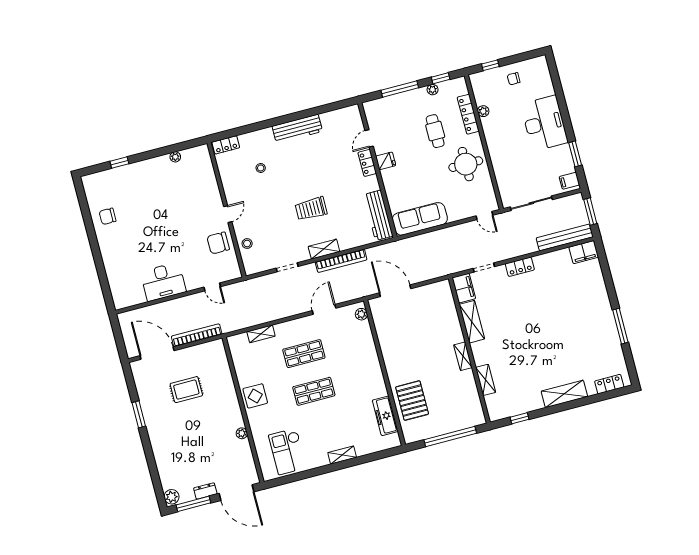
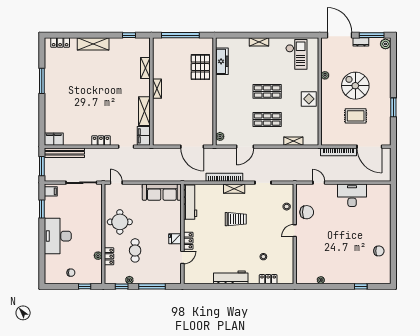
locker: (468, 114) -> (109, 256), width x0.66
locker: (226, 145) -> (268, 279), moved
spiral stairs: (197, 430) -> (355, 86), added

